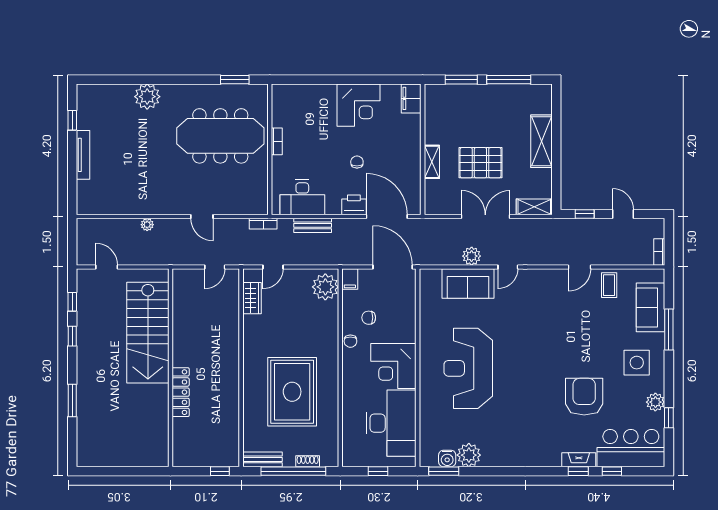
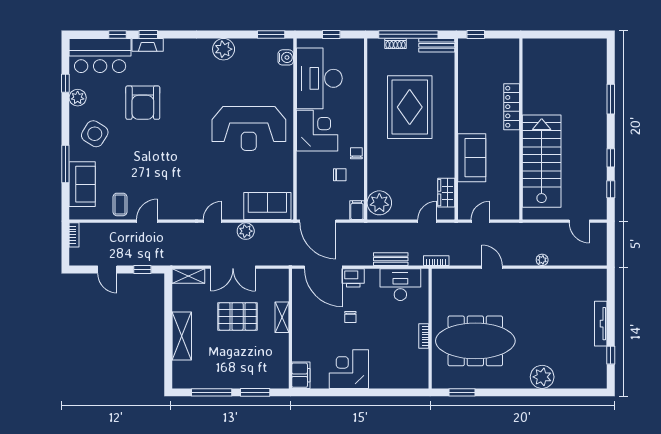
sofa: (468, 284) -> (267, 206), moved
sofa: (224, 336) -> (472, 158), added
side table: (637, 363) -> (95, 134), turned 32
reception desk: (468, 368) -> (249, 128), turned 90
plant: (469, 455) -> (224, 49), moved
water cooler: (447, 458) -> (286, 57), moved, turned 90

